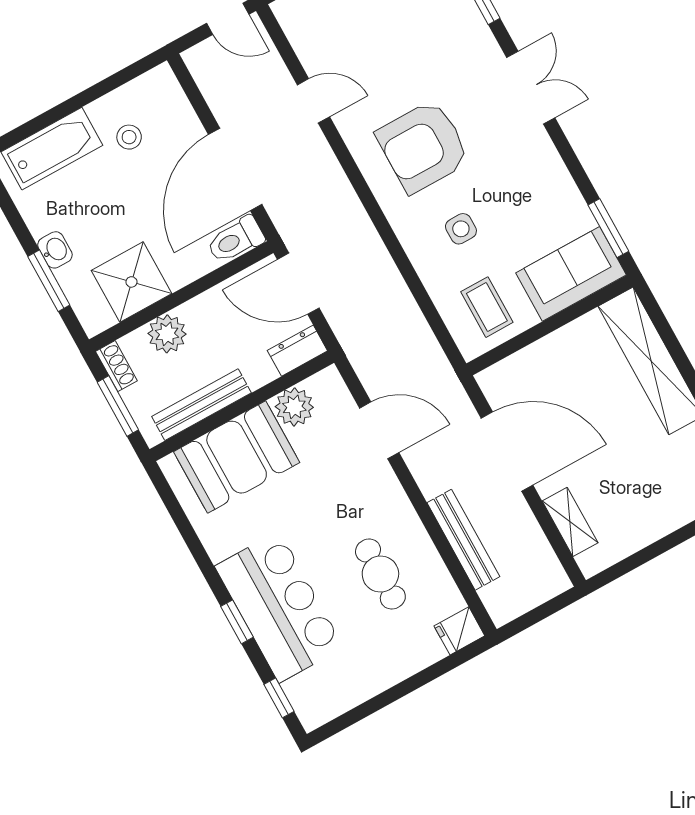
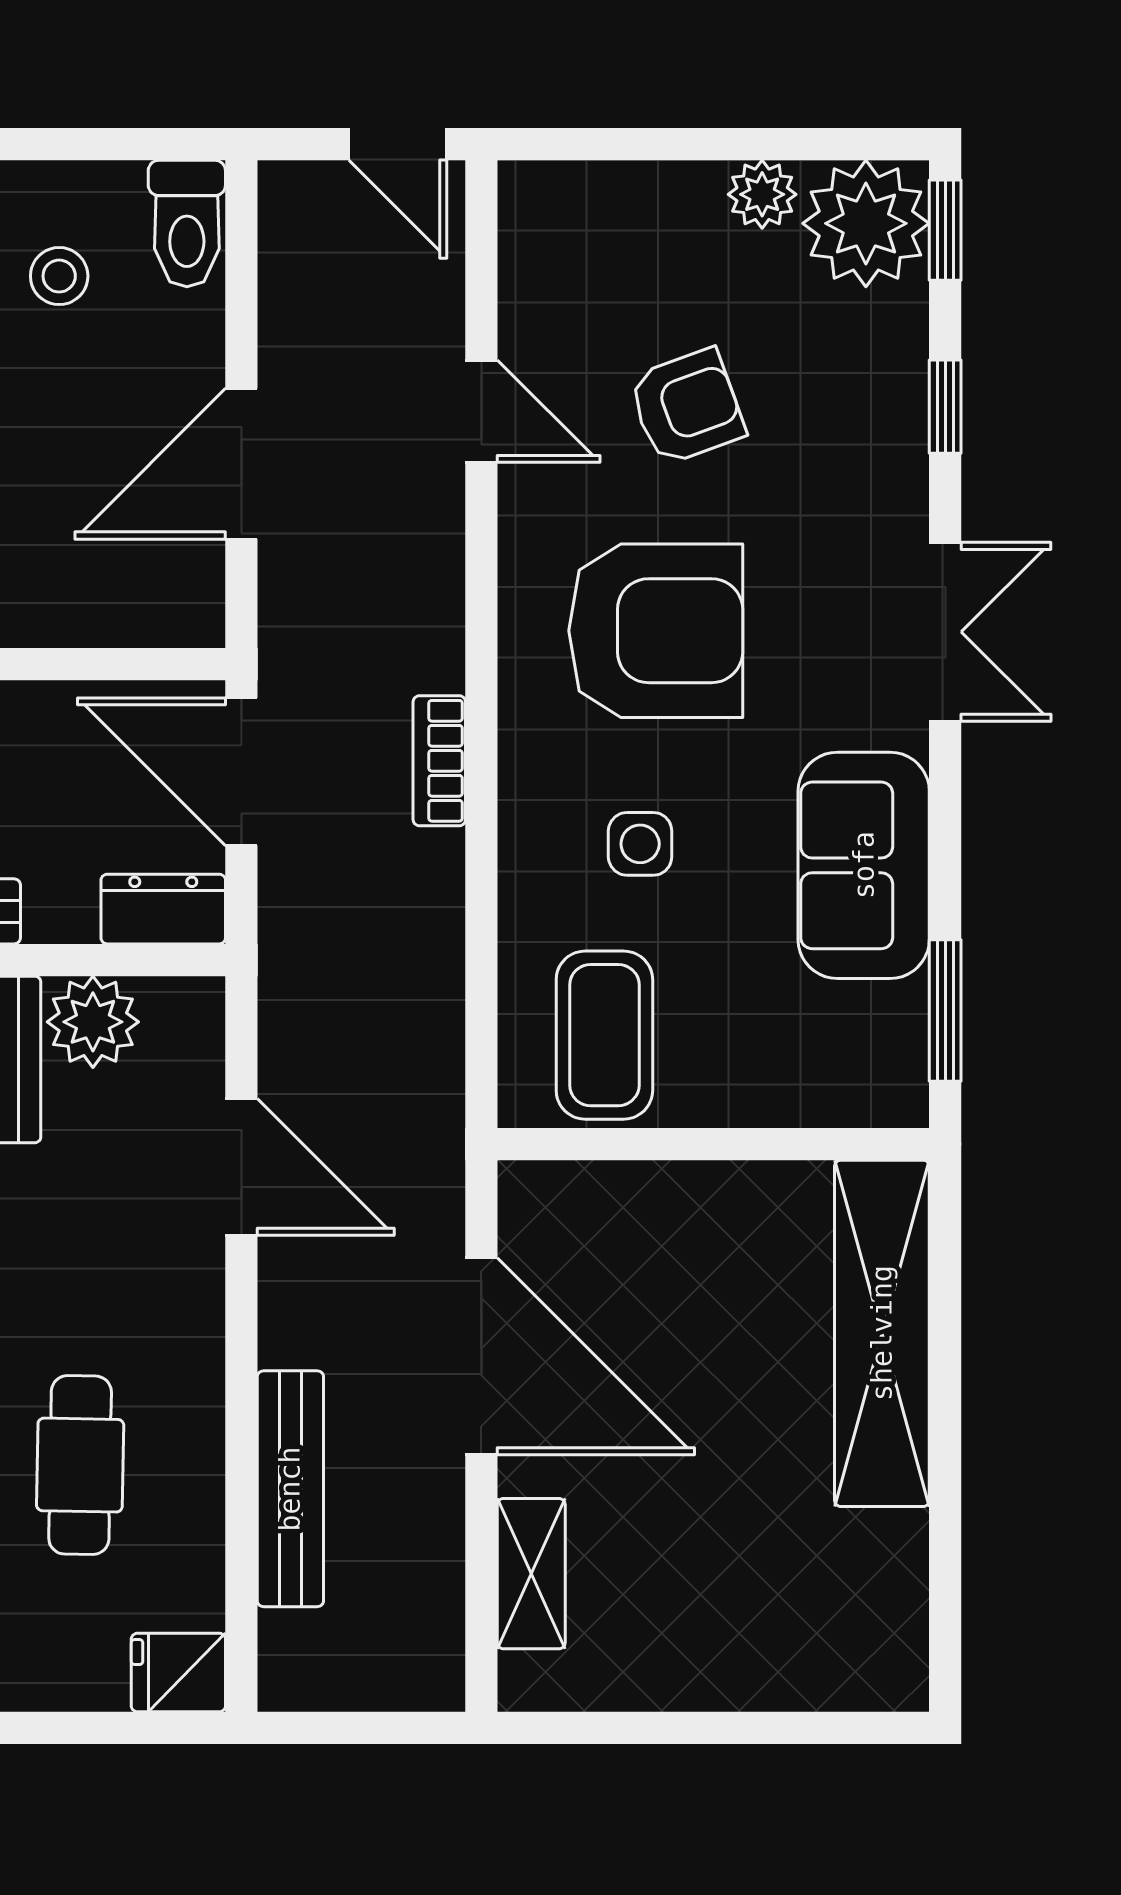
armchair: (389, 57) -> (687, 407), added
armchair: (423, 146) -> (656, 631), turned 180
door: (235, 169) -> (241, 464), width x0.73
bookcase: (369, 239) -> (439, 761), added
toilet: (236, 240) -> (187, 224), moved, turned -90
sofa: (571, 274) -> (864, 865), moved, turned -90
coffee table: (487, 307) -> (604, 1035), width x1.36, depth x1.30

